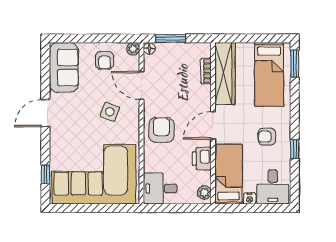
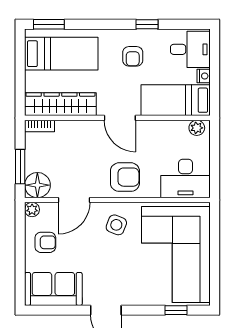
floor lamp: (149, 48) -> (37, 185), width x1.89, depth x1.89
bookcase: (206, 71) -> (39, 126), moved
side table: (110, 112) -> (116, 225), moved
armchair: (161, 130) -> (125, 177), turned 180
printer: (202, 159) -> (158, 131), removed
desk: (160, 189) -> (185, 178), width x1.37

